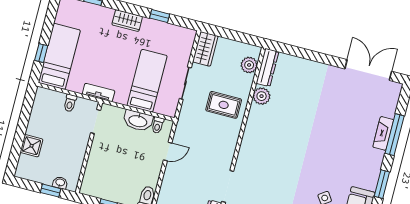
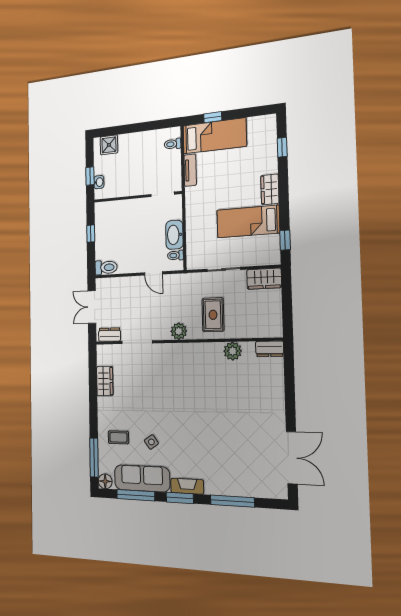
window: (160, 16) -> (285, 240), moved
plant: (249, 65) -> (179, 331), moved
dresser: (267, 67) -> (270, 349), width x0.70
bed: (147, 81) -> (248, 221), moved, turned 180
tv unit: (99, 92) -> (190, 170), moved
toilet: (70, 103) -> (173, 144), moved
fireplace: (383, 133) -> (187, 486), moved
shower: (32, 146) -> (109, 145), moved

